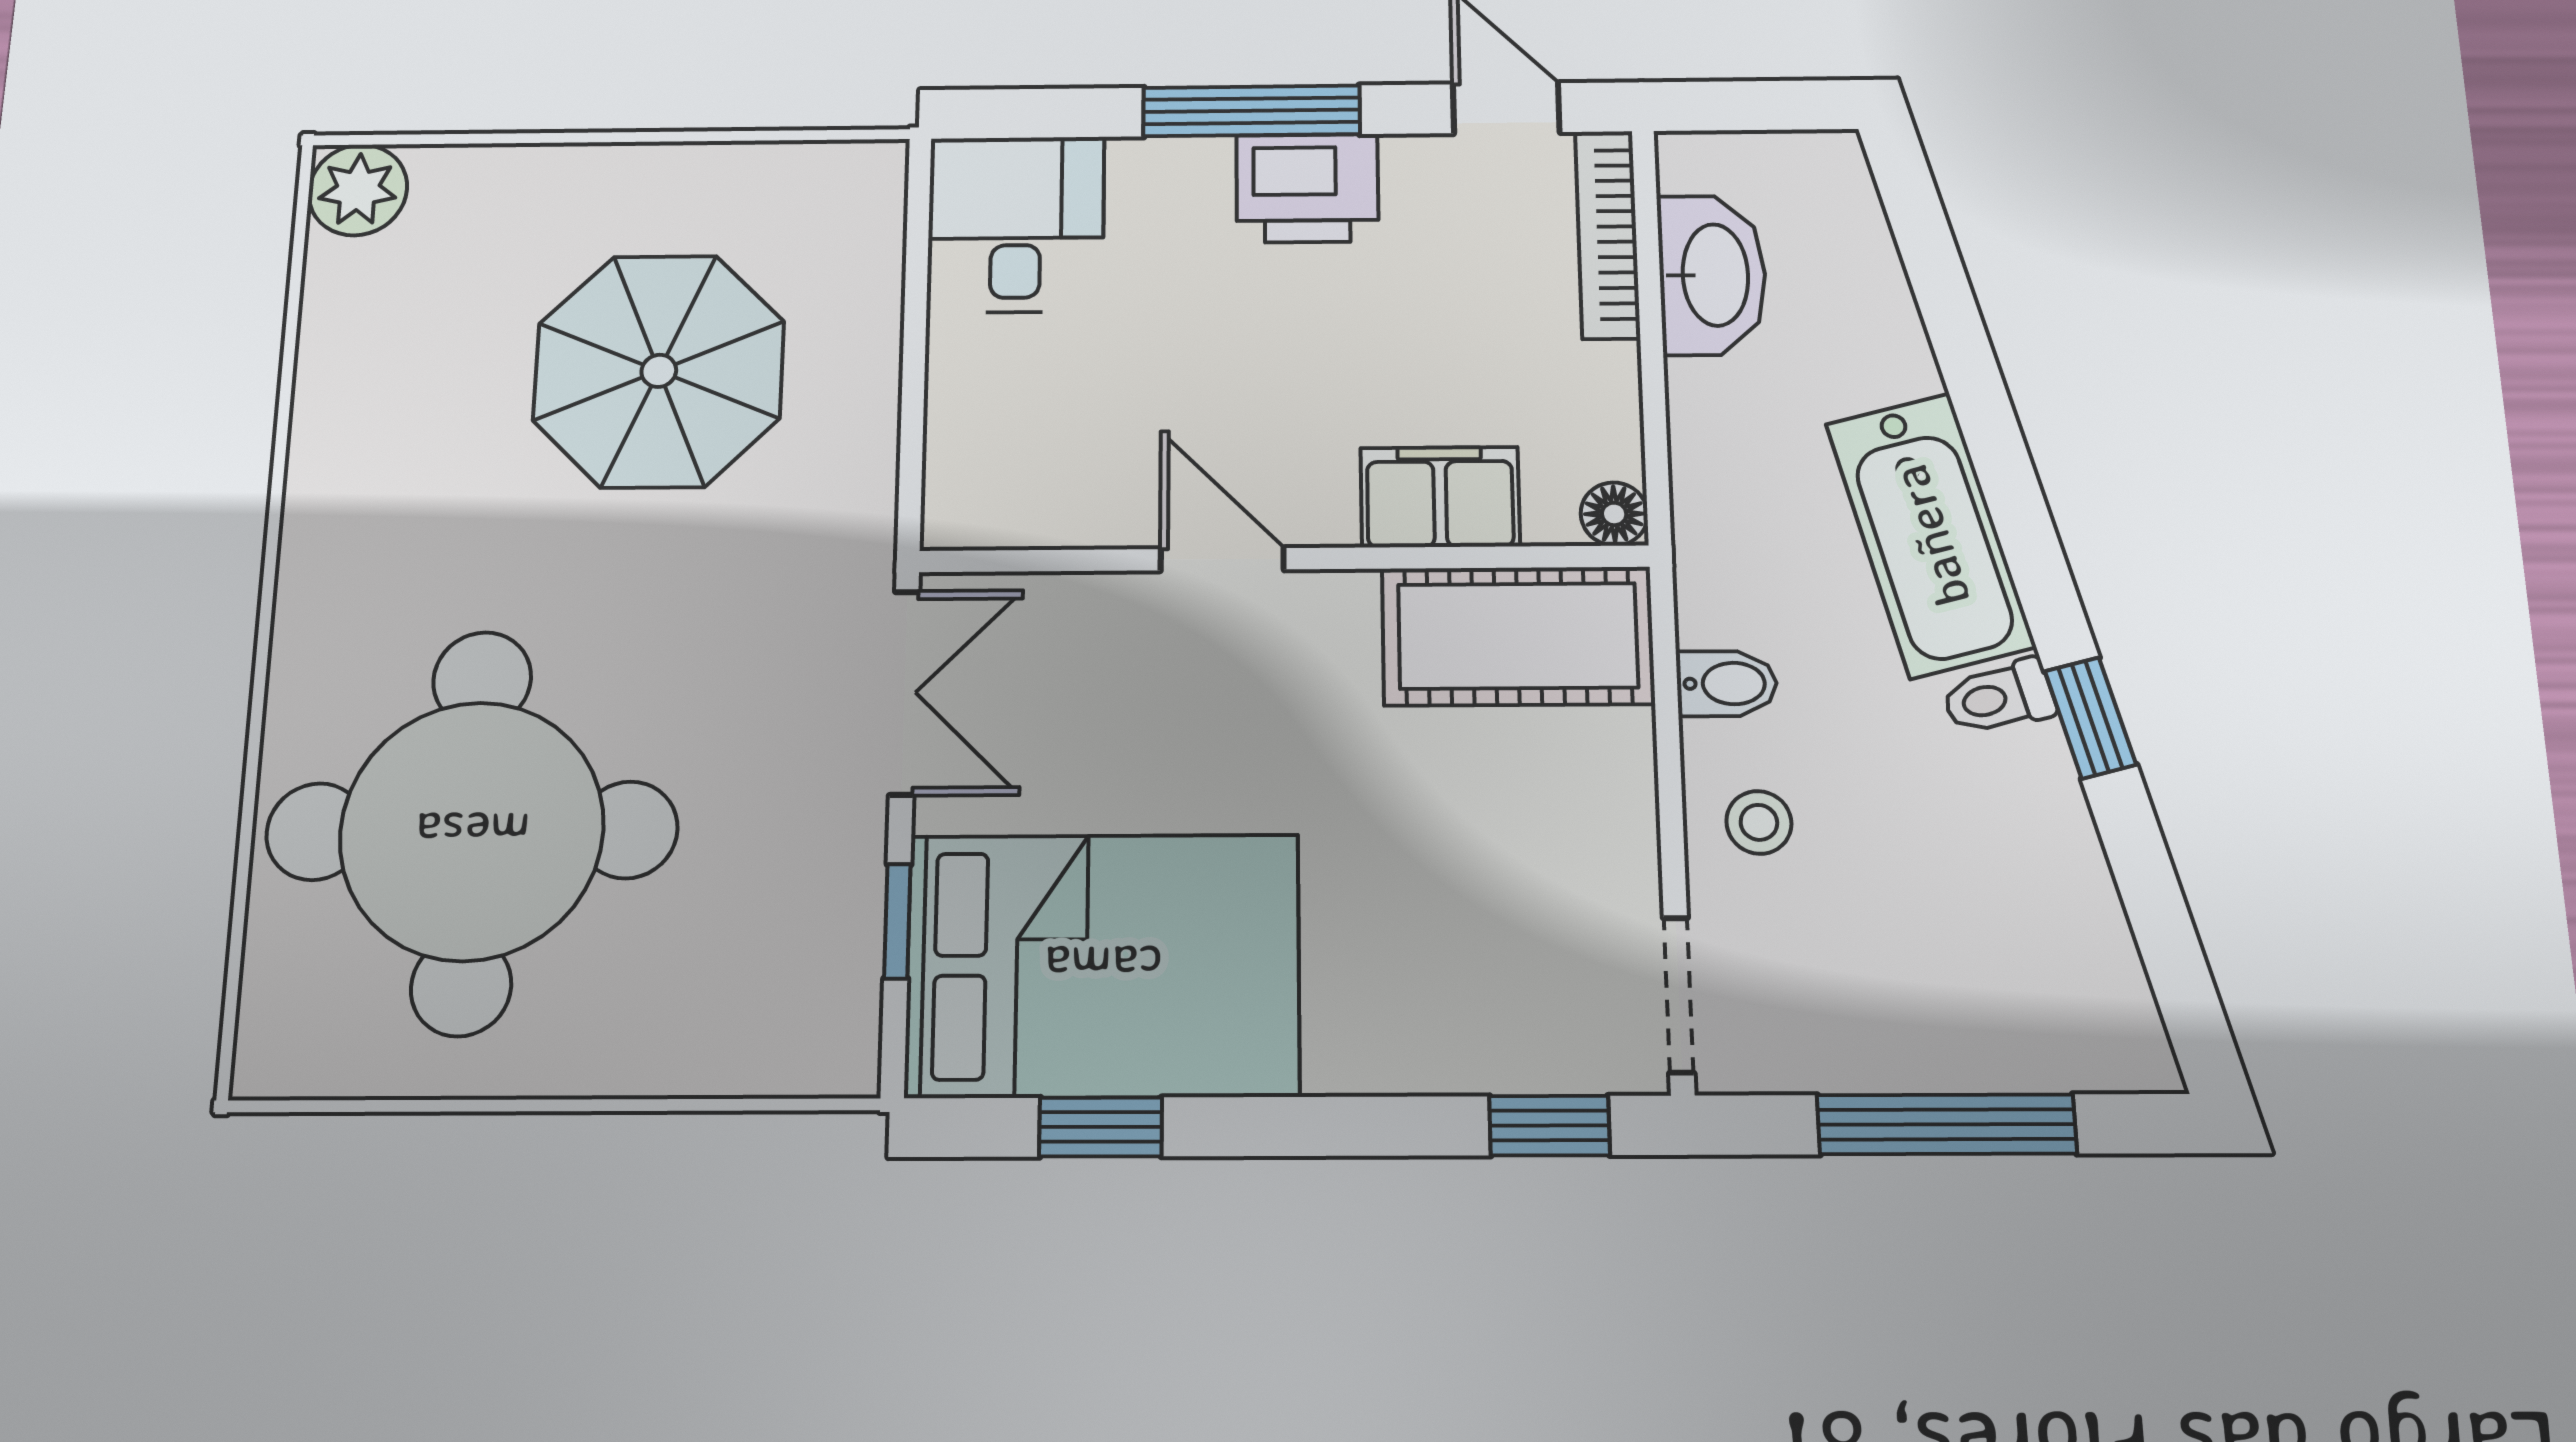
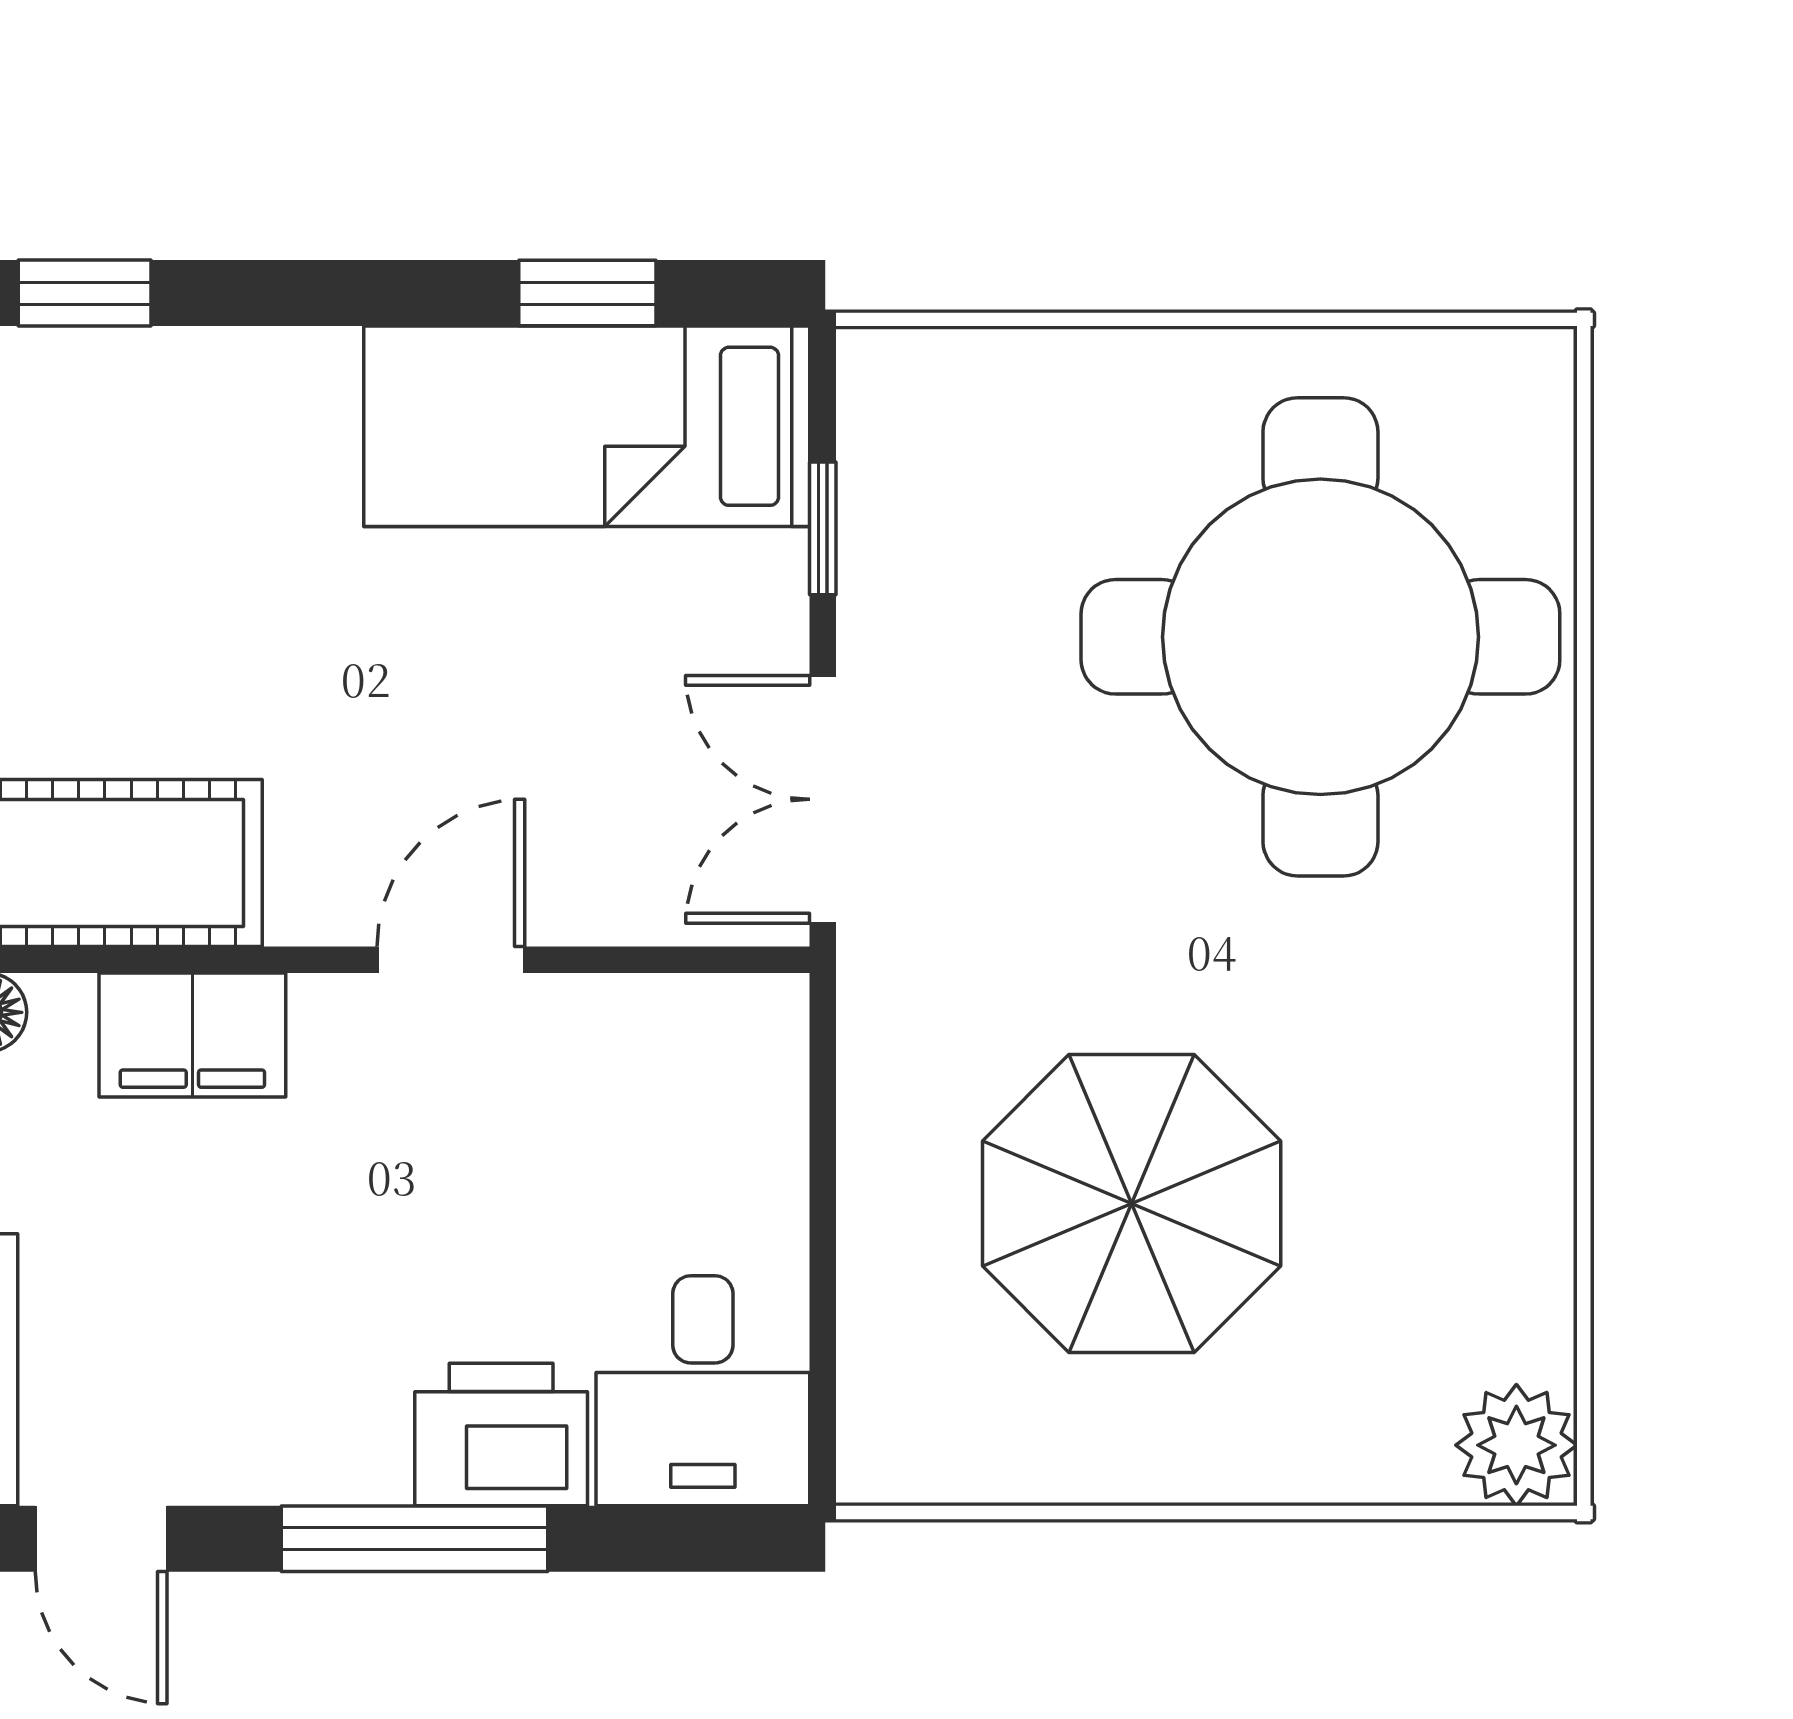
printer: (1307, 188) -> (501, 1435), moved
door: (1222, 559) -> (451, 960), swing flipped
bed: (1103, 965) -> (587, 426), width x0.67

